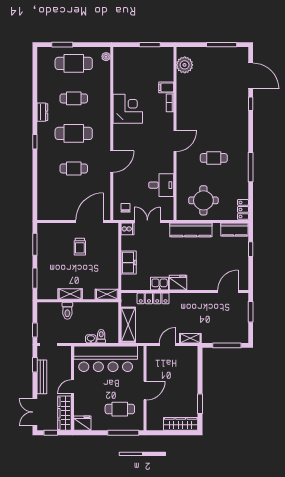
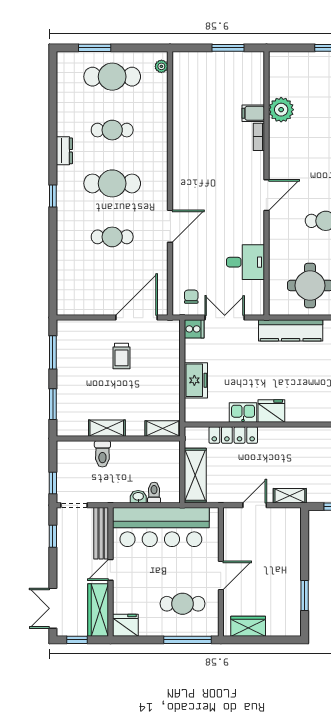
plant: (185, 65) -> (281, 110), moved
corner desk: (128, 109) -> (195, 146), removed
bench: (42, 377) -> (101, 533), moved
wardrobe: (181, 424) -> (248, 626), moved, width x0.67

